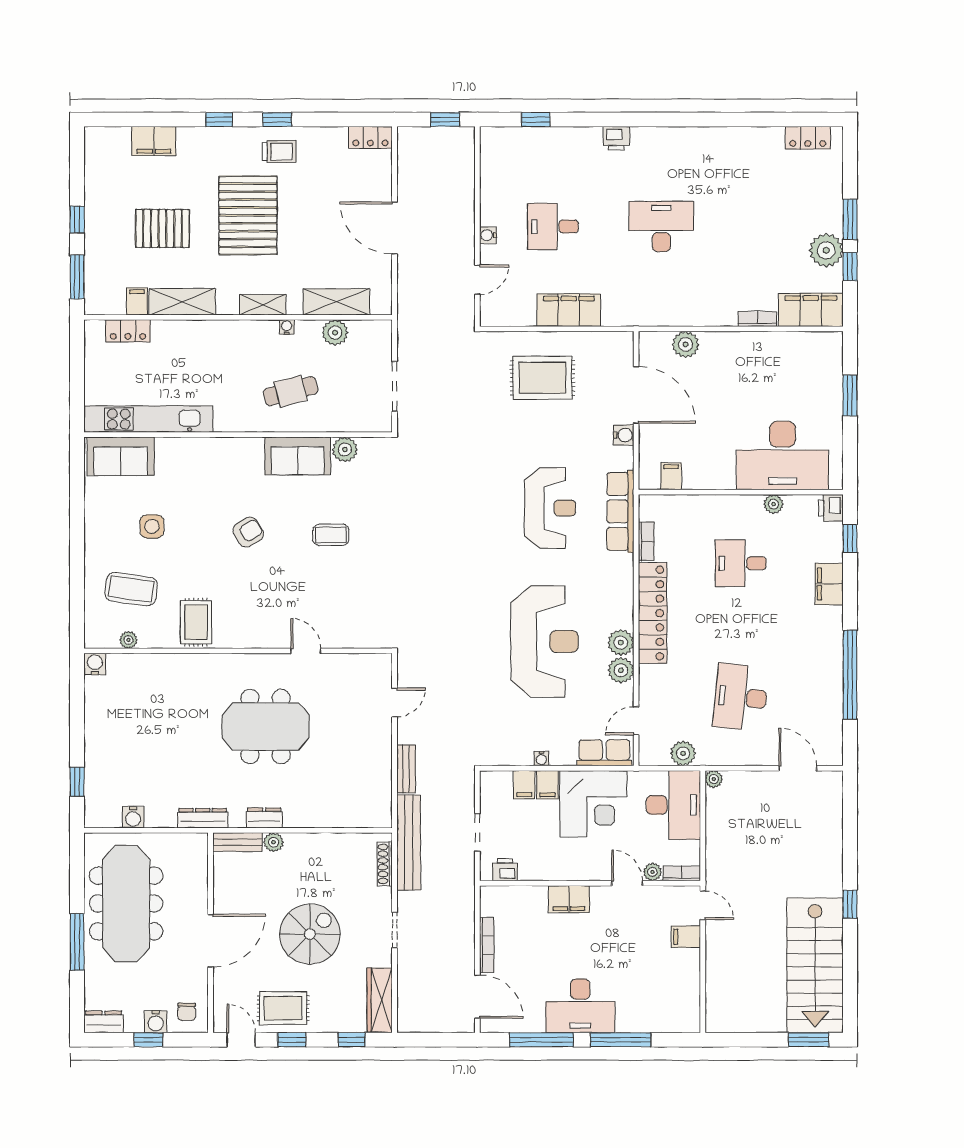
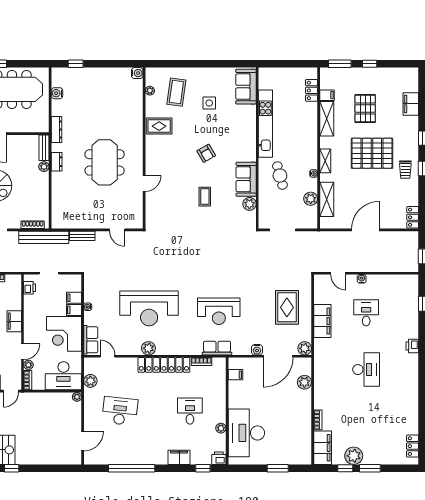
kitchen unit: (148, 419) -> (265, 124), moved
row of seats: (620, 511) -> (217, 348), width x0.68
plant: (621, 670) -> (305, 348), moved

